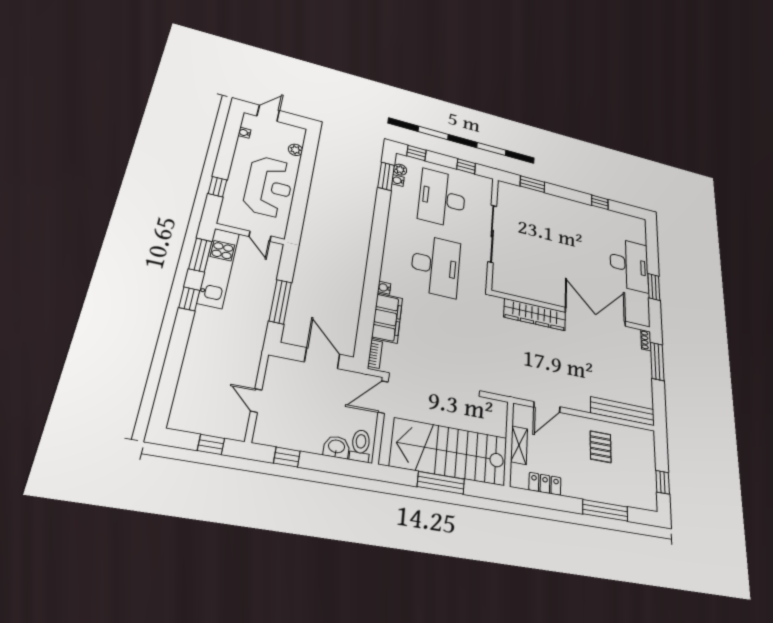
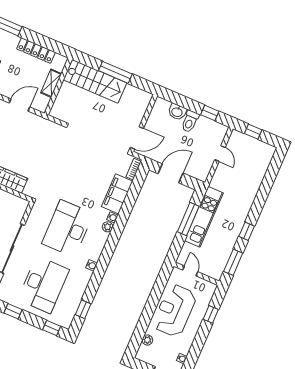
plant: (400, 170) -> (108, 227), moved
window: (386, 176) -> (83, 309), width x0.67
water cooler: (398, 181) -> (92, 265), moved
kitchen unit: (218, 268) -> (204, 217), moved, turned 180
door: (322, 358) -> (171, 173), swing flipped
toilet: (360, 446) -> (190, 121), moved
stairs: (450, 452) -> (95, 81), width x0.73, depth x0.66
locker: (545, 484) -> (36, 51), width x1.53

